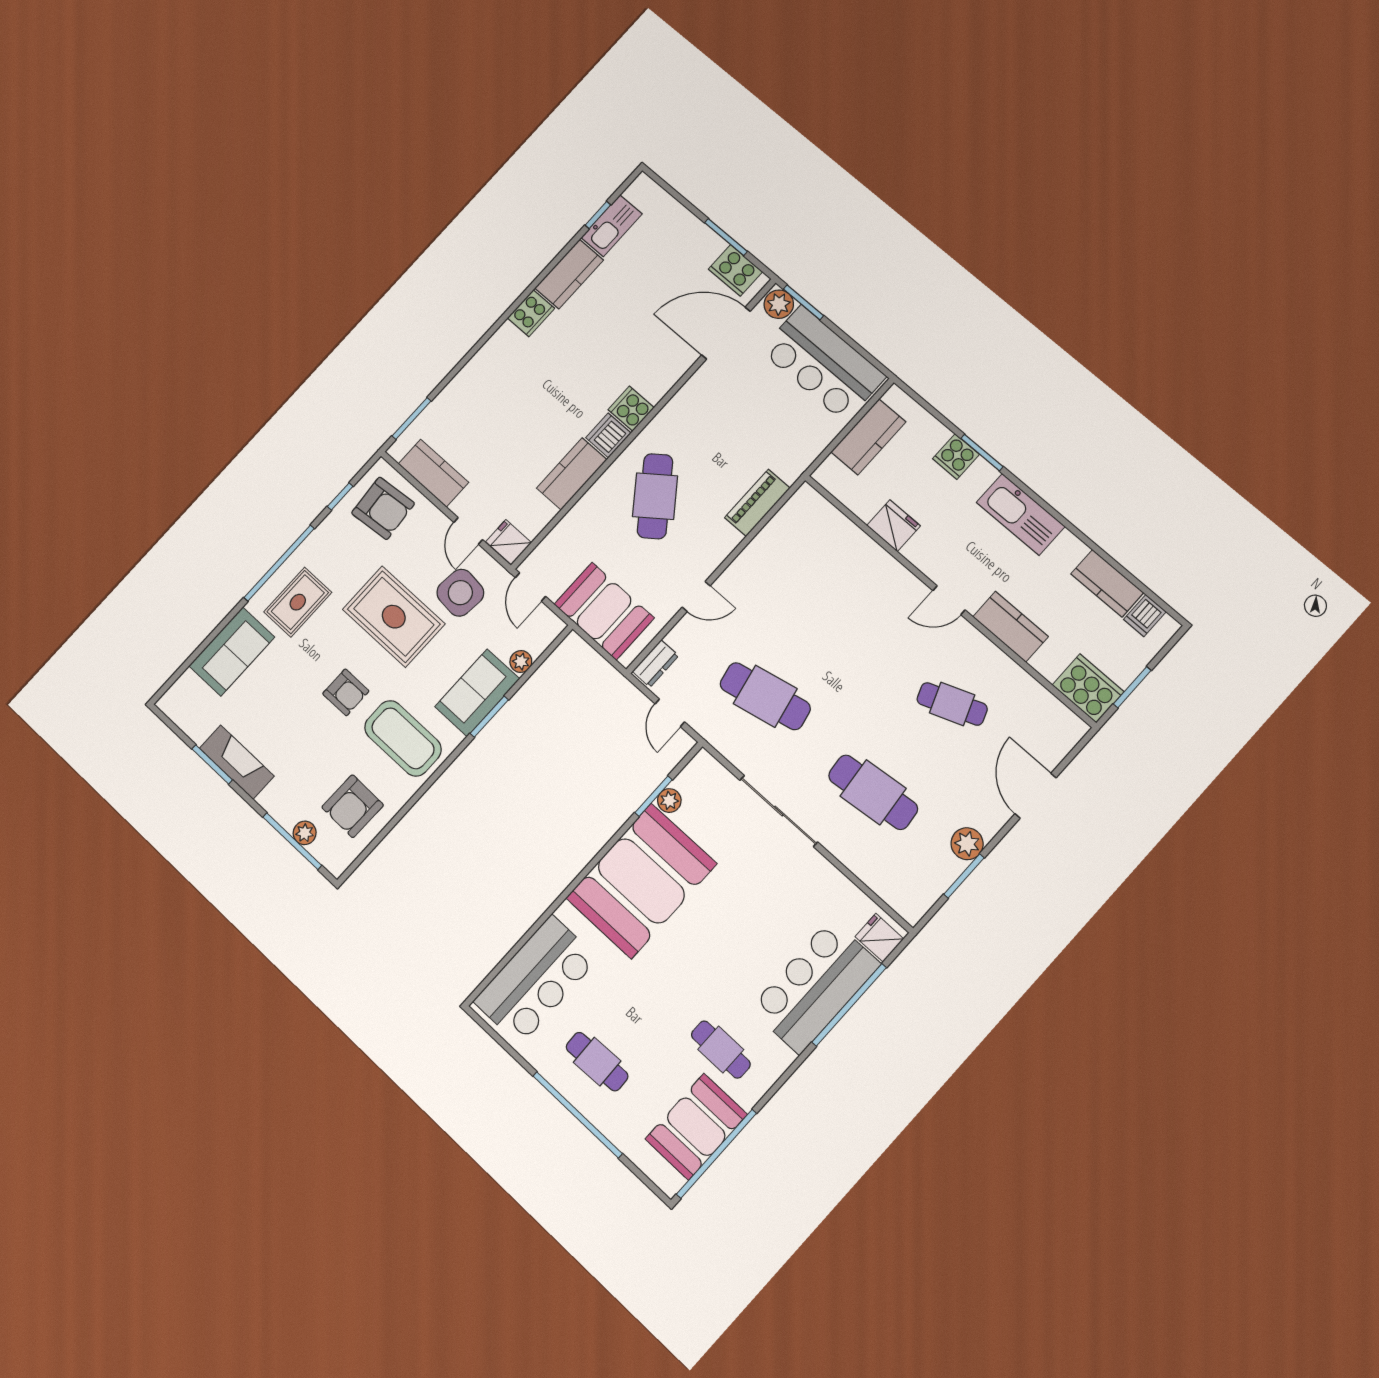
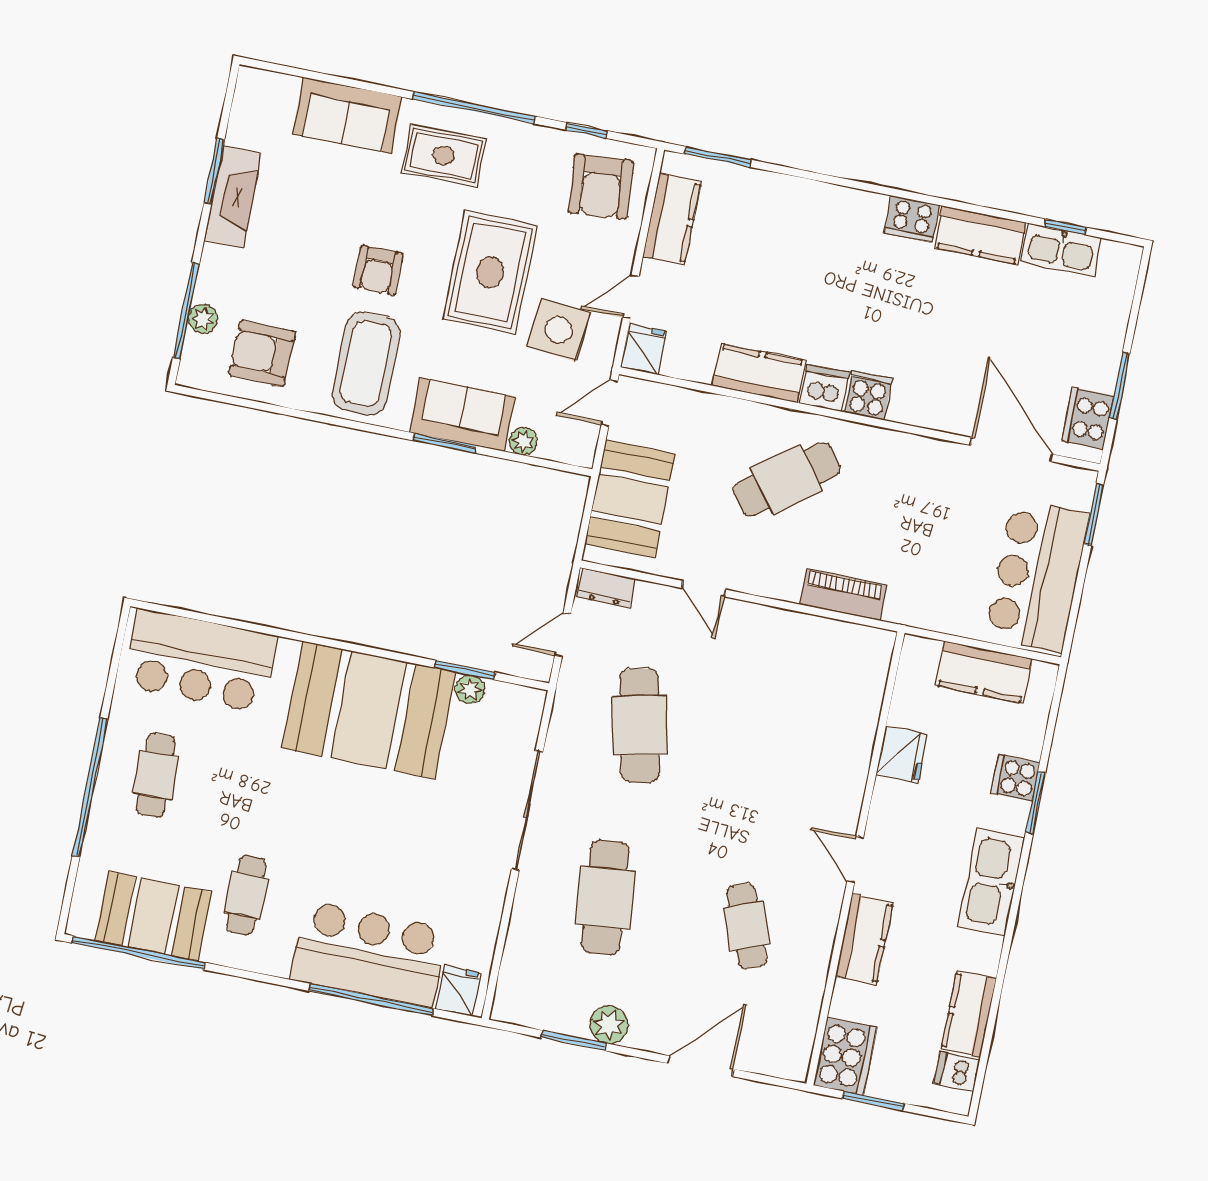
plant: (779, 304) -> (1076, 489), removed

